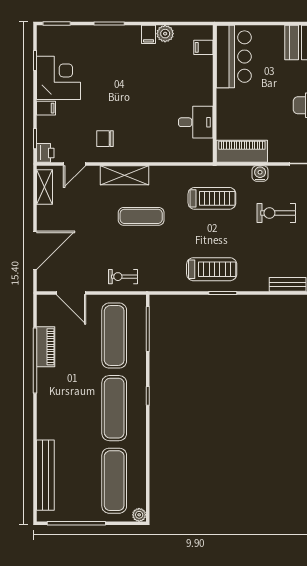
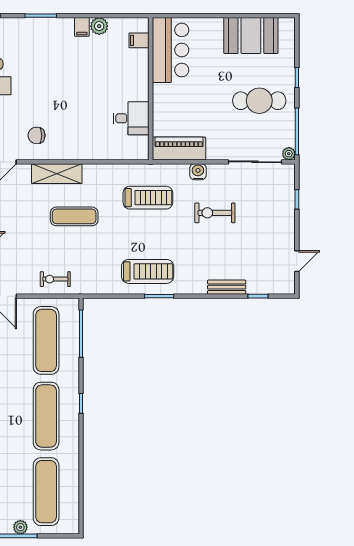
plant: (139, 515) -> (20, 527), moved

